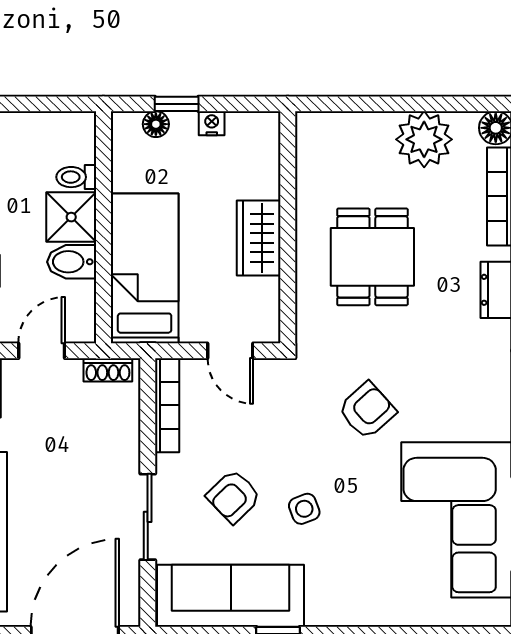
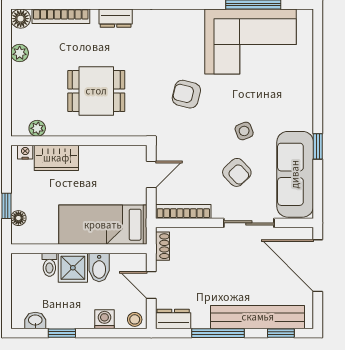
nightstand: (212, 123) -> (25, 152), moved, turned 90
plant: (424, 139) -> (20, 53), width x0.53, depth x0.53
plant: (309, 156) -> (37, 128), added
wardrobe: (259, 238) -> (56, 158), moved
armchair: (367, 410) -> (186, 94), turned -34

